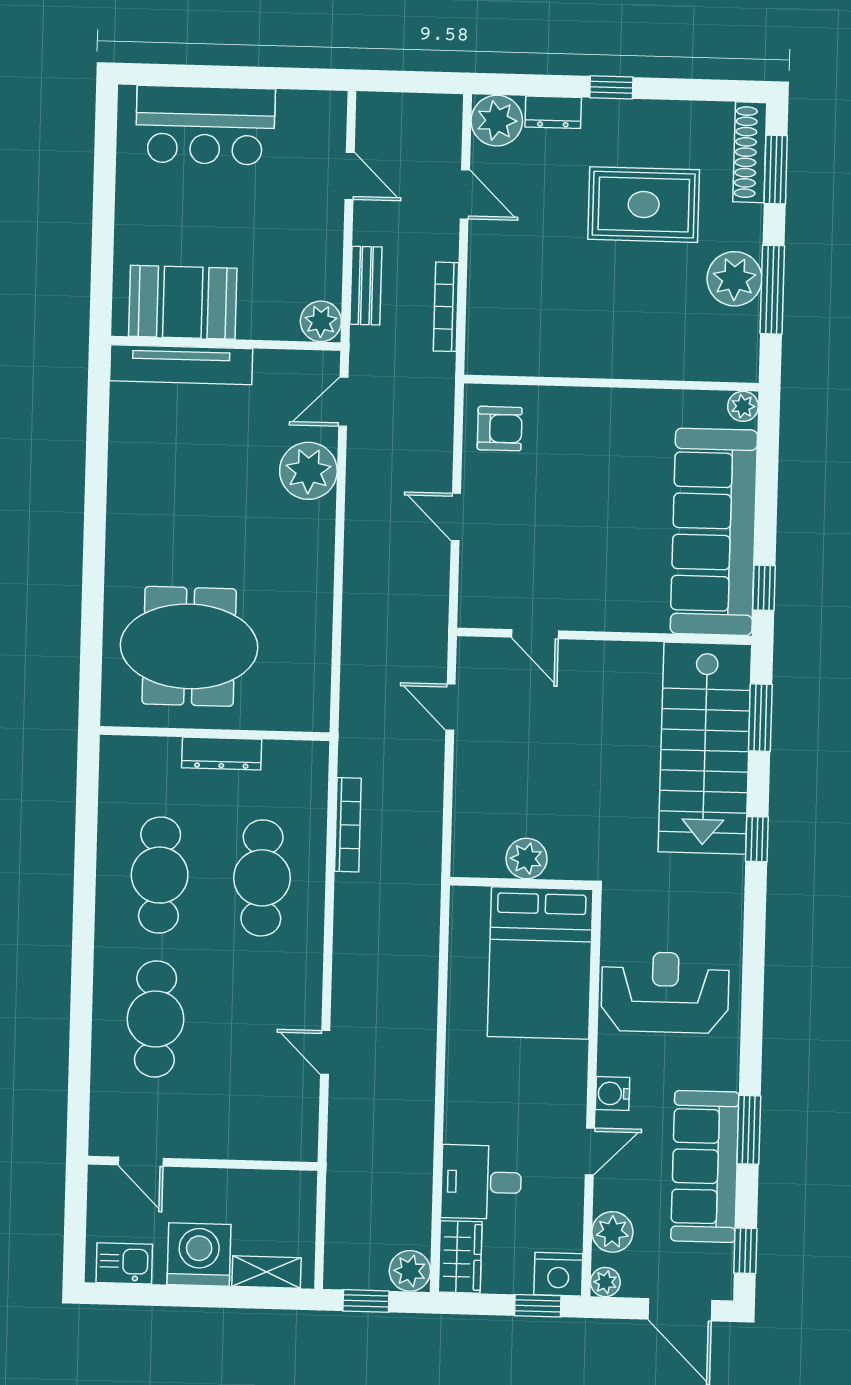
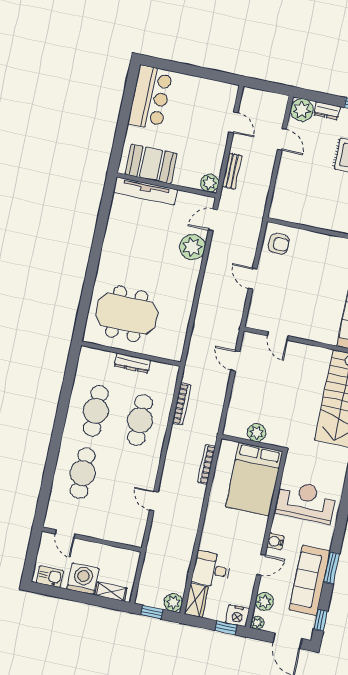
bar counter: (205, 125) -> (150, 98), moved, turned -90
bookcase: (446, 307) -> (206, 464), moved

